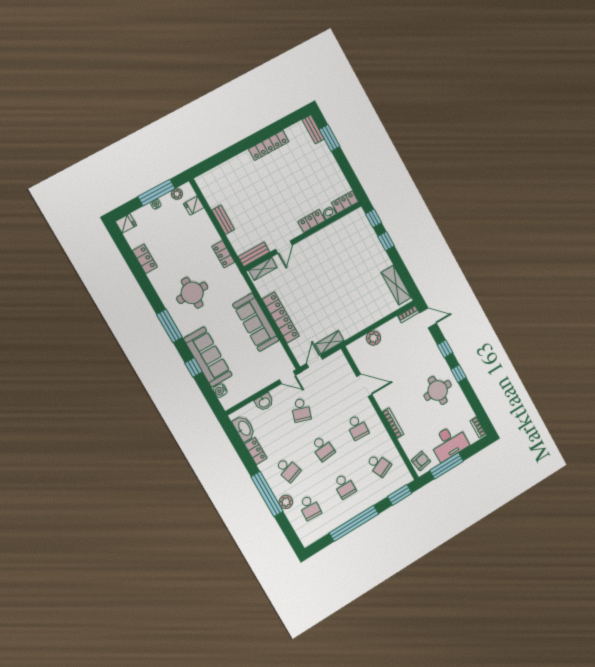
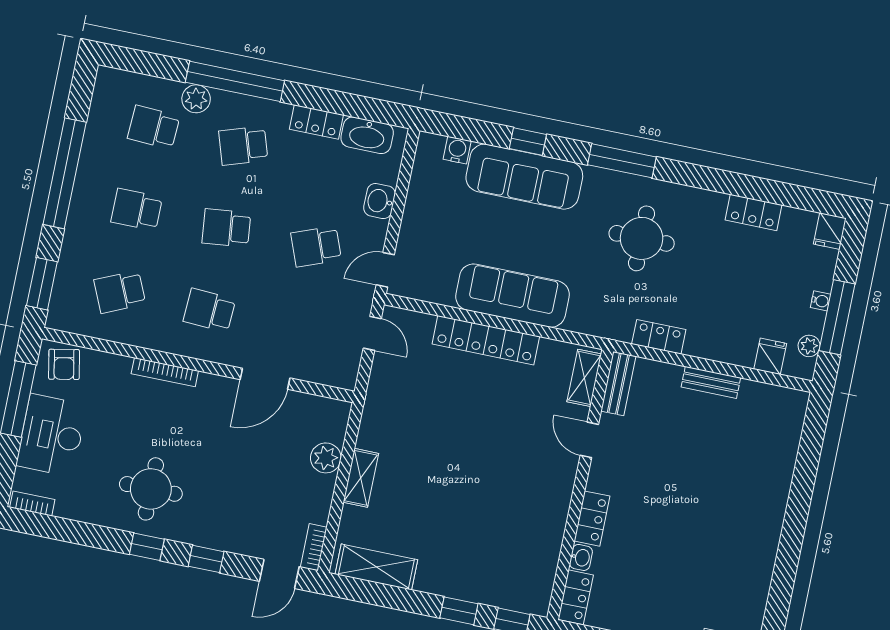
locker: (269, 145) -> (764, 552), removed
shelving: (330, 342) -> (361, 478), moved
school desk: (301, 410) -> (316, 246), turned -39

